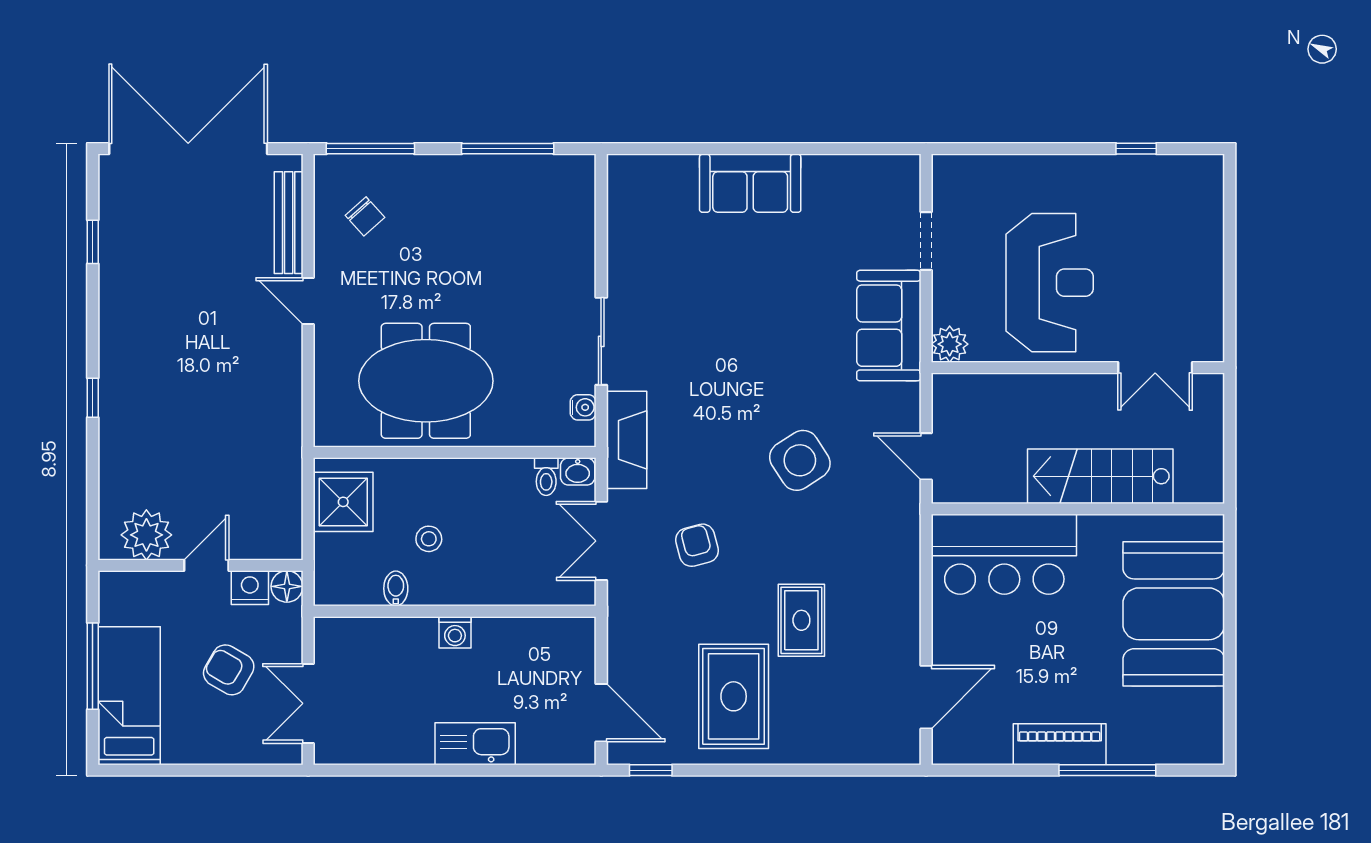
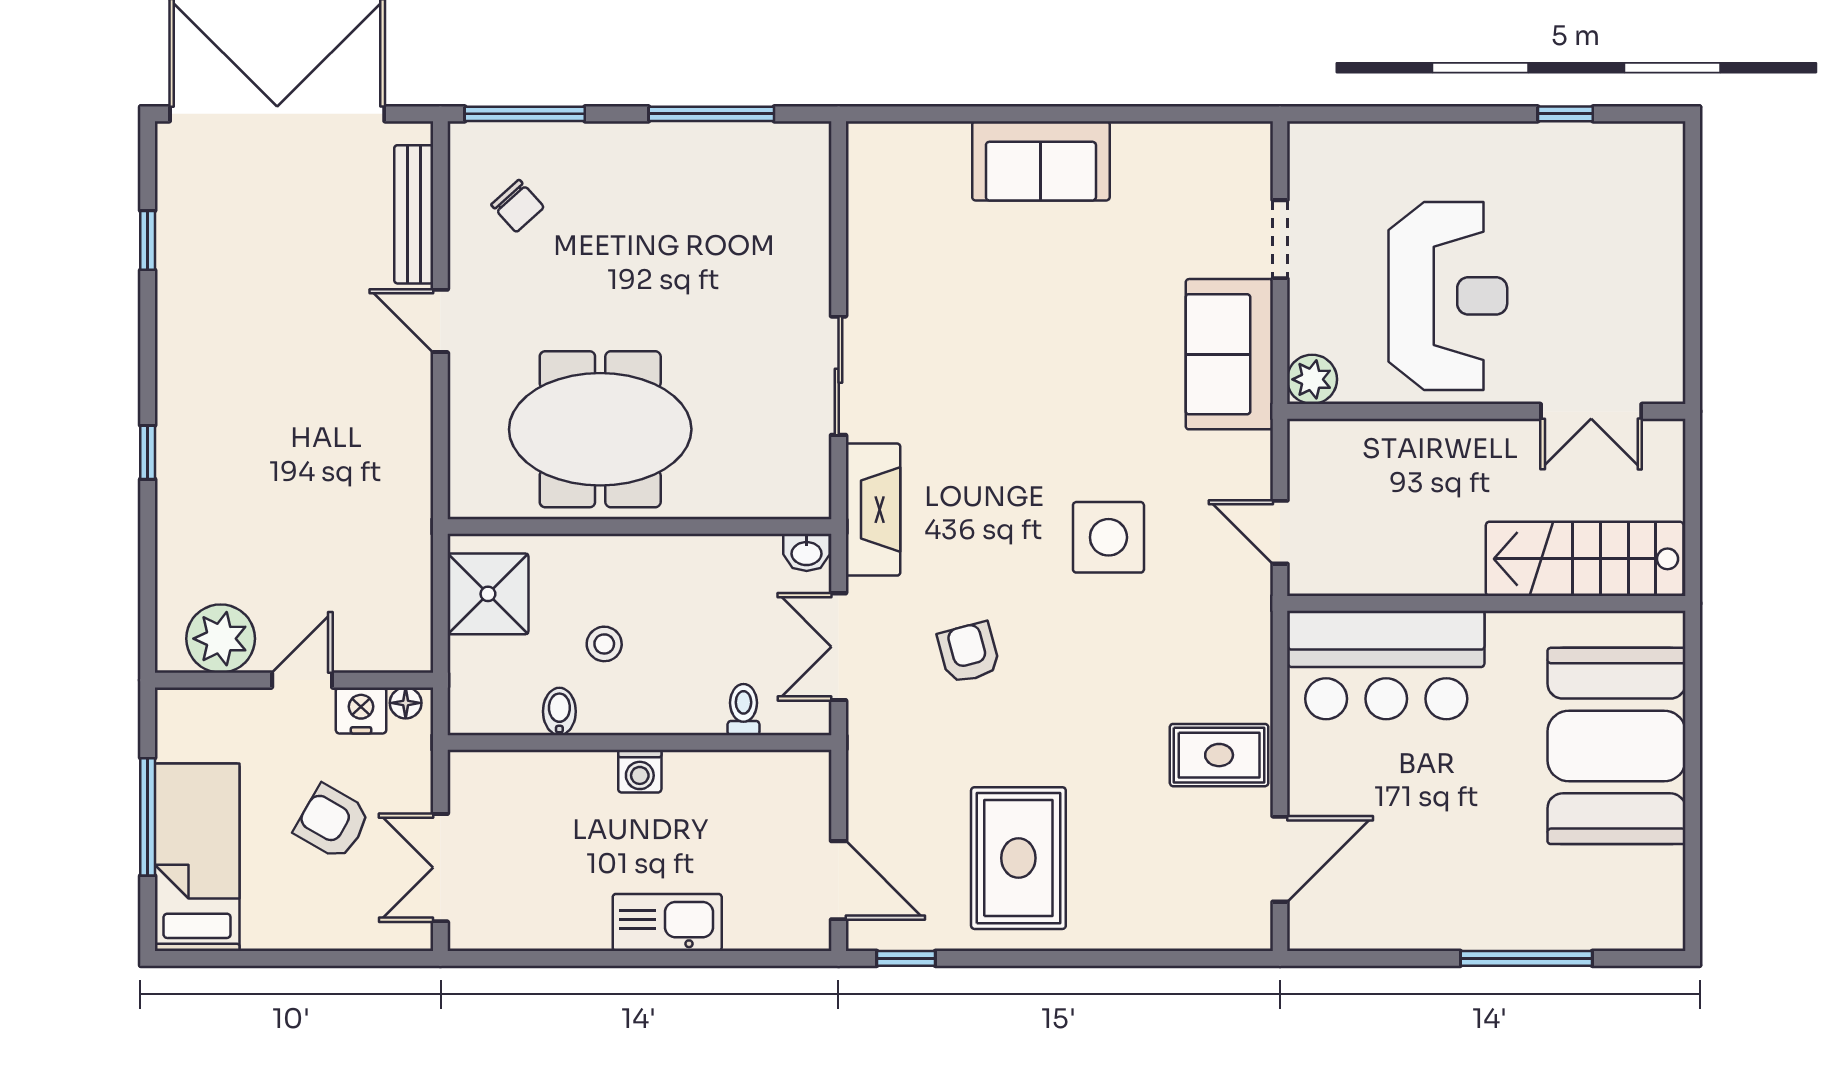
water cooler: (583, 407) -> (814, 465), removed
side table: (800, 460) -> (1108, 537), turned 33
stairs: (1100, 476) -> (1585, 559), moved
toilet: (546, 477) -> (743, 710), moved, turned 180
floor lamp: (287, 586) -> (406, 703), width x0.73, depth x0.73
rug: (801, 620) -> (1219, 755), moved, turned 90
piano: (1060, 744) -> (1461, 923), removed

